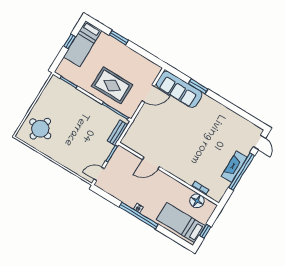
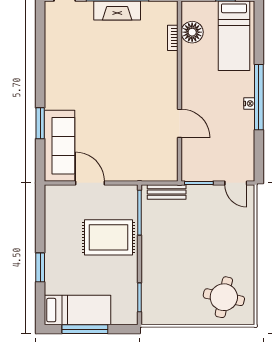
window: (70, 41) -> (85, 329), width x2.17
rug: (112, 85) -> (108, 237), turned 90

